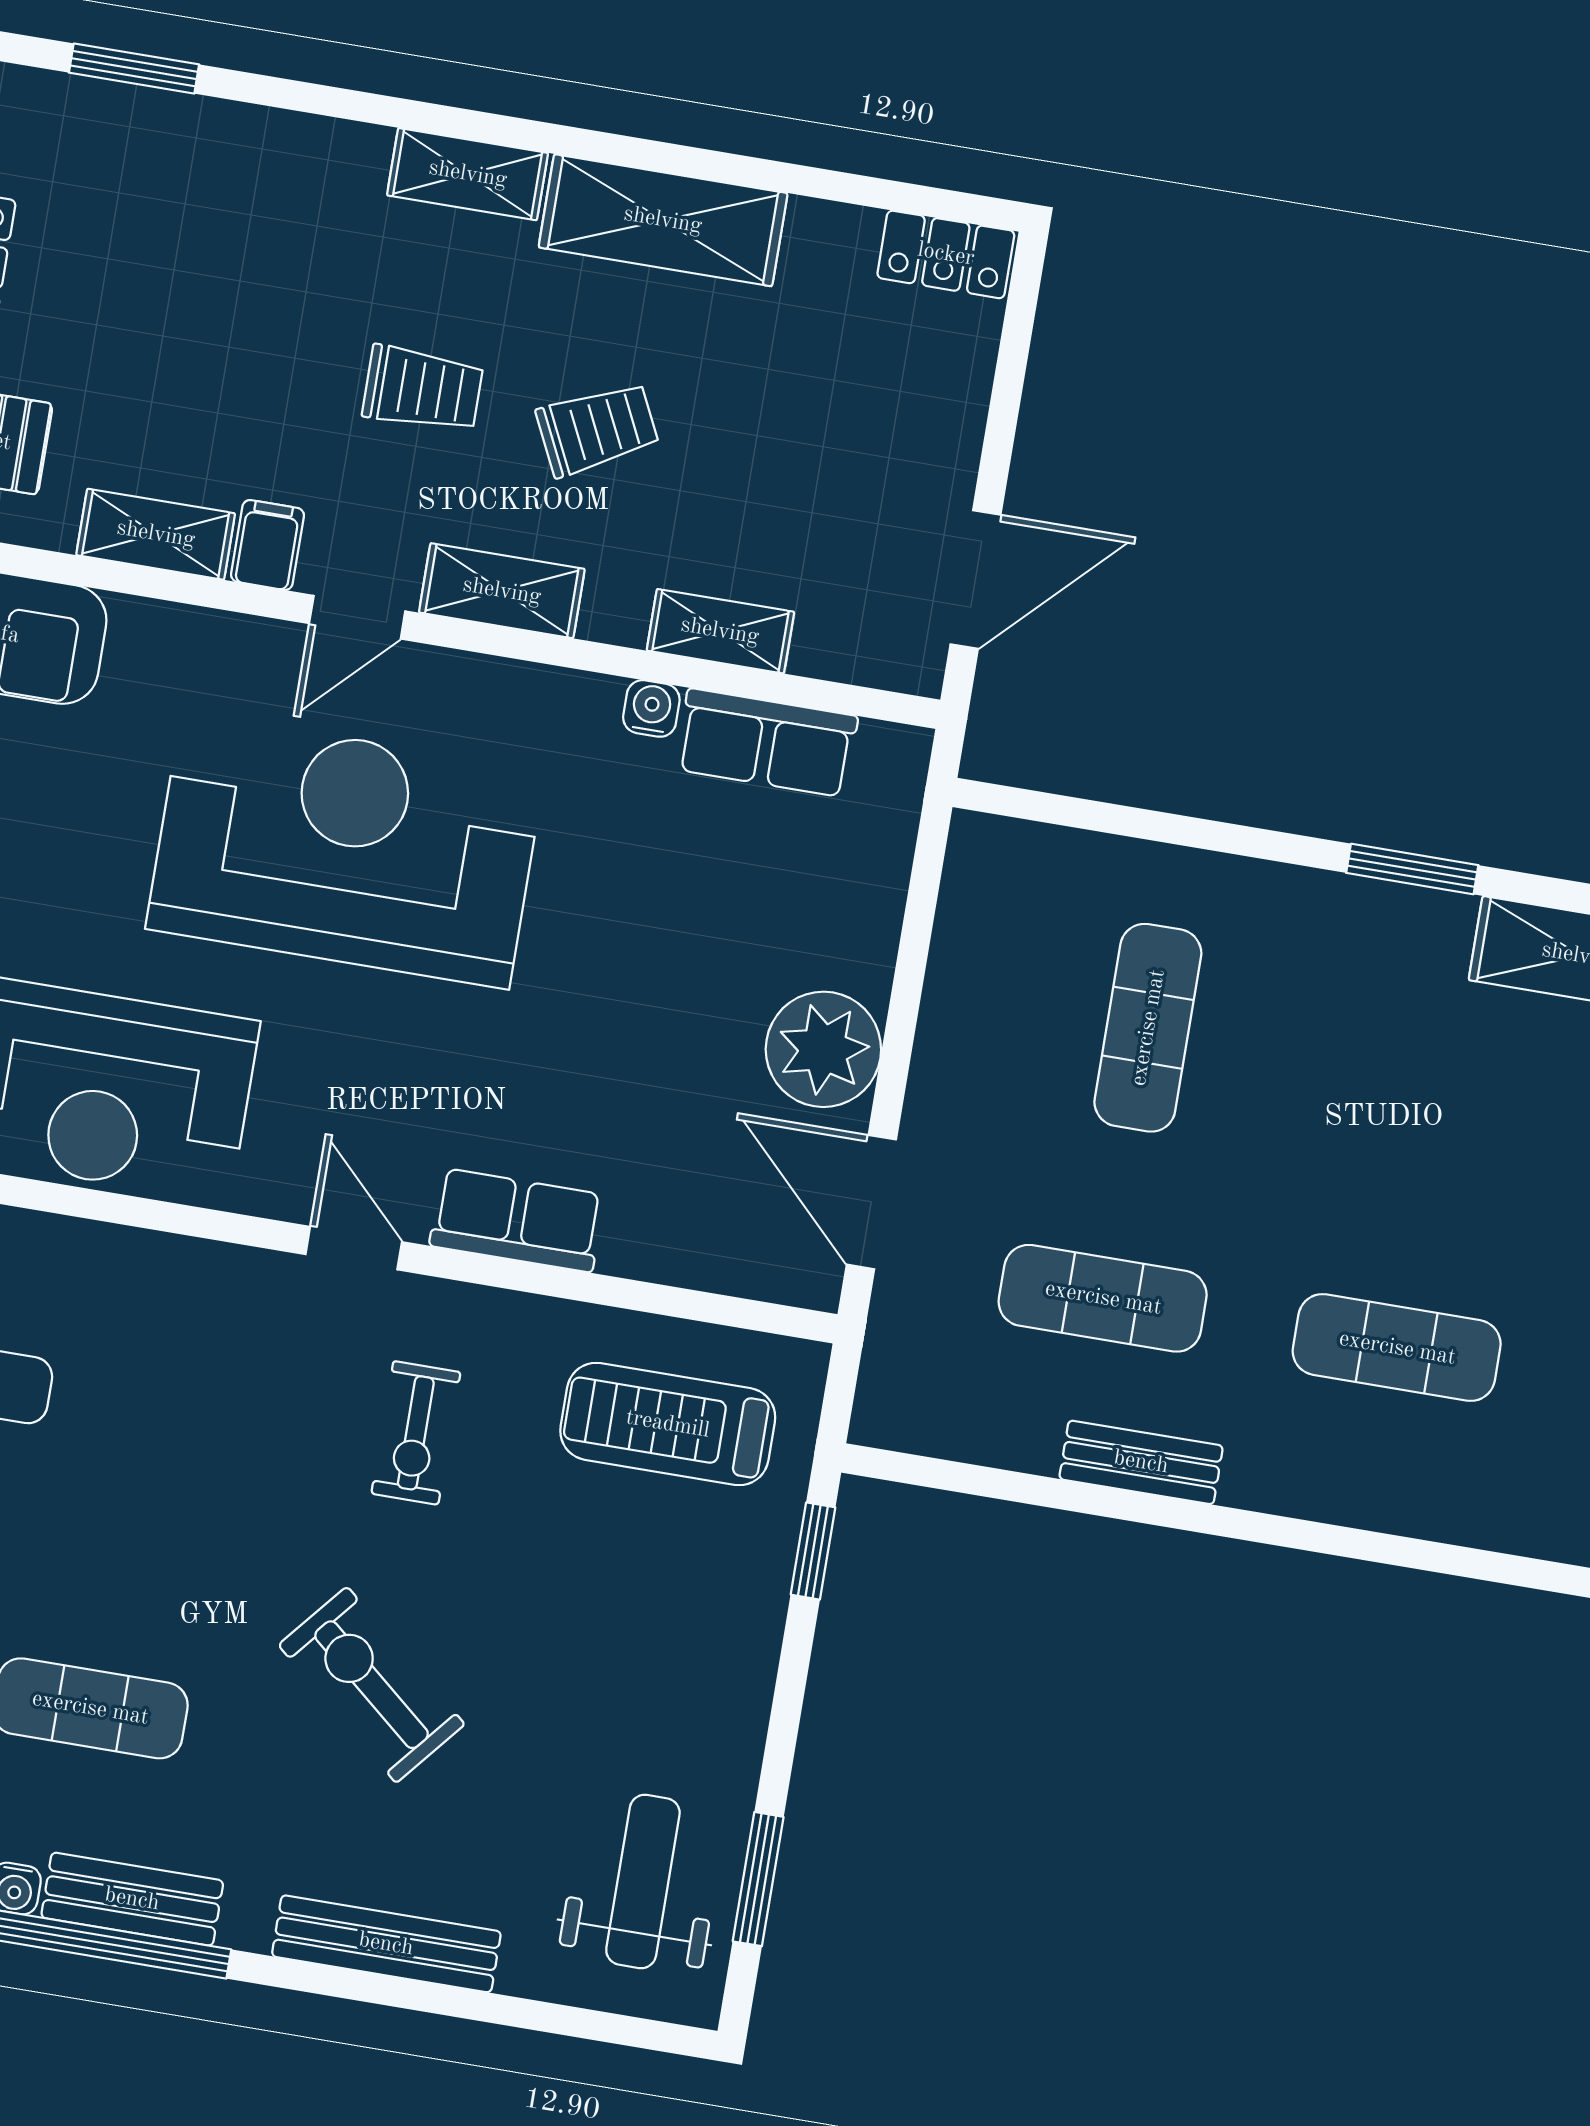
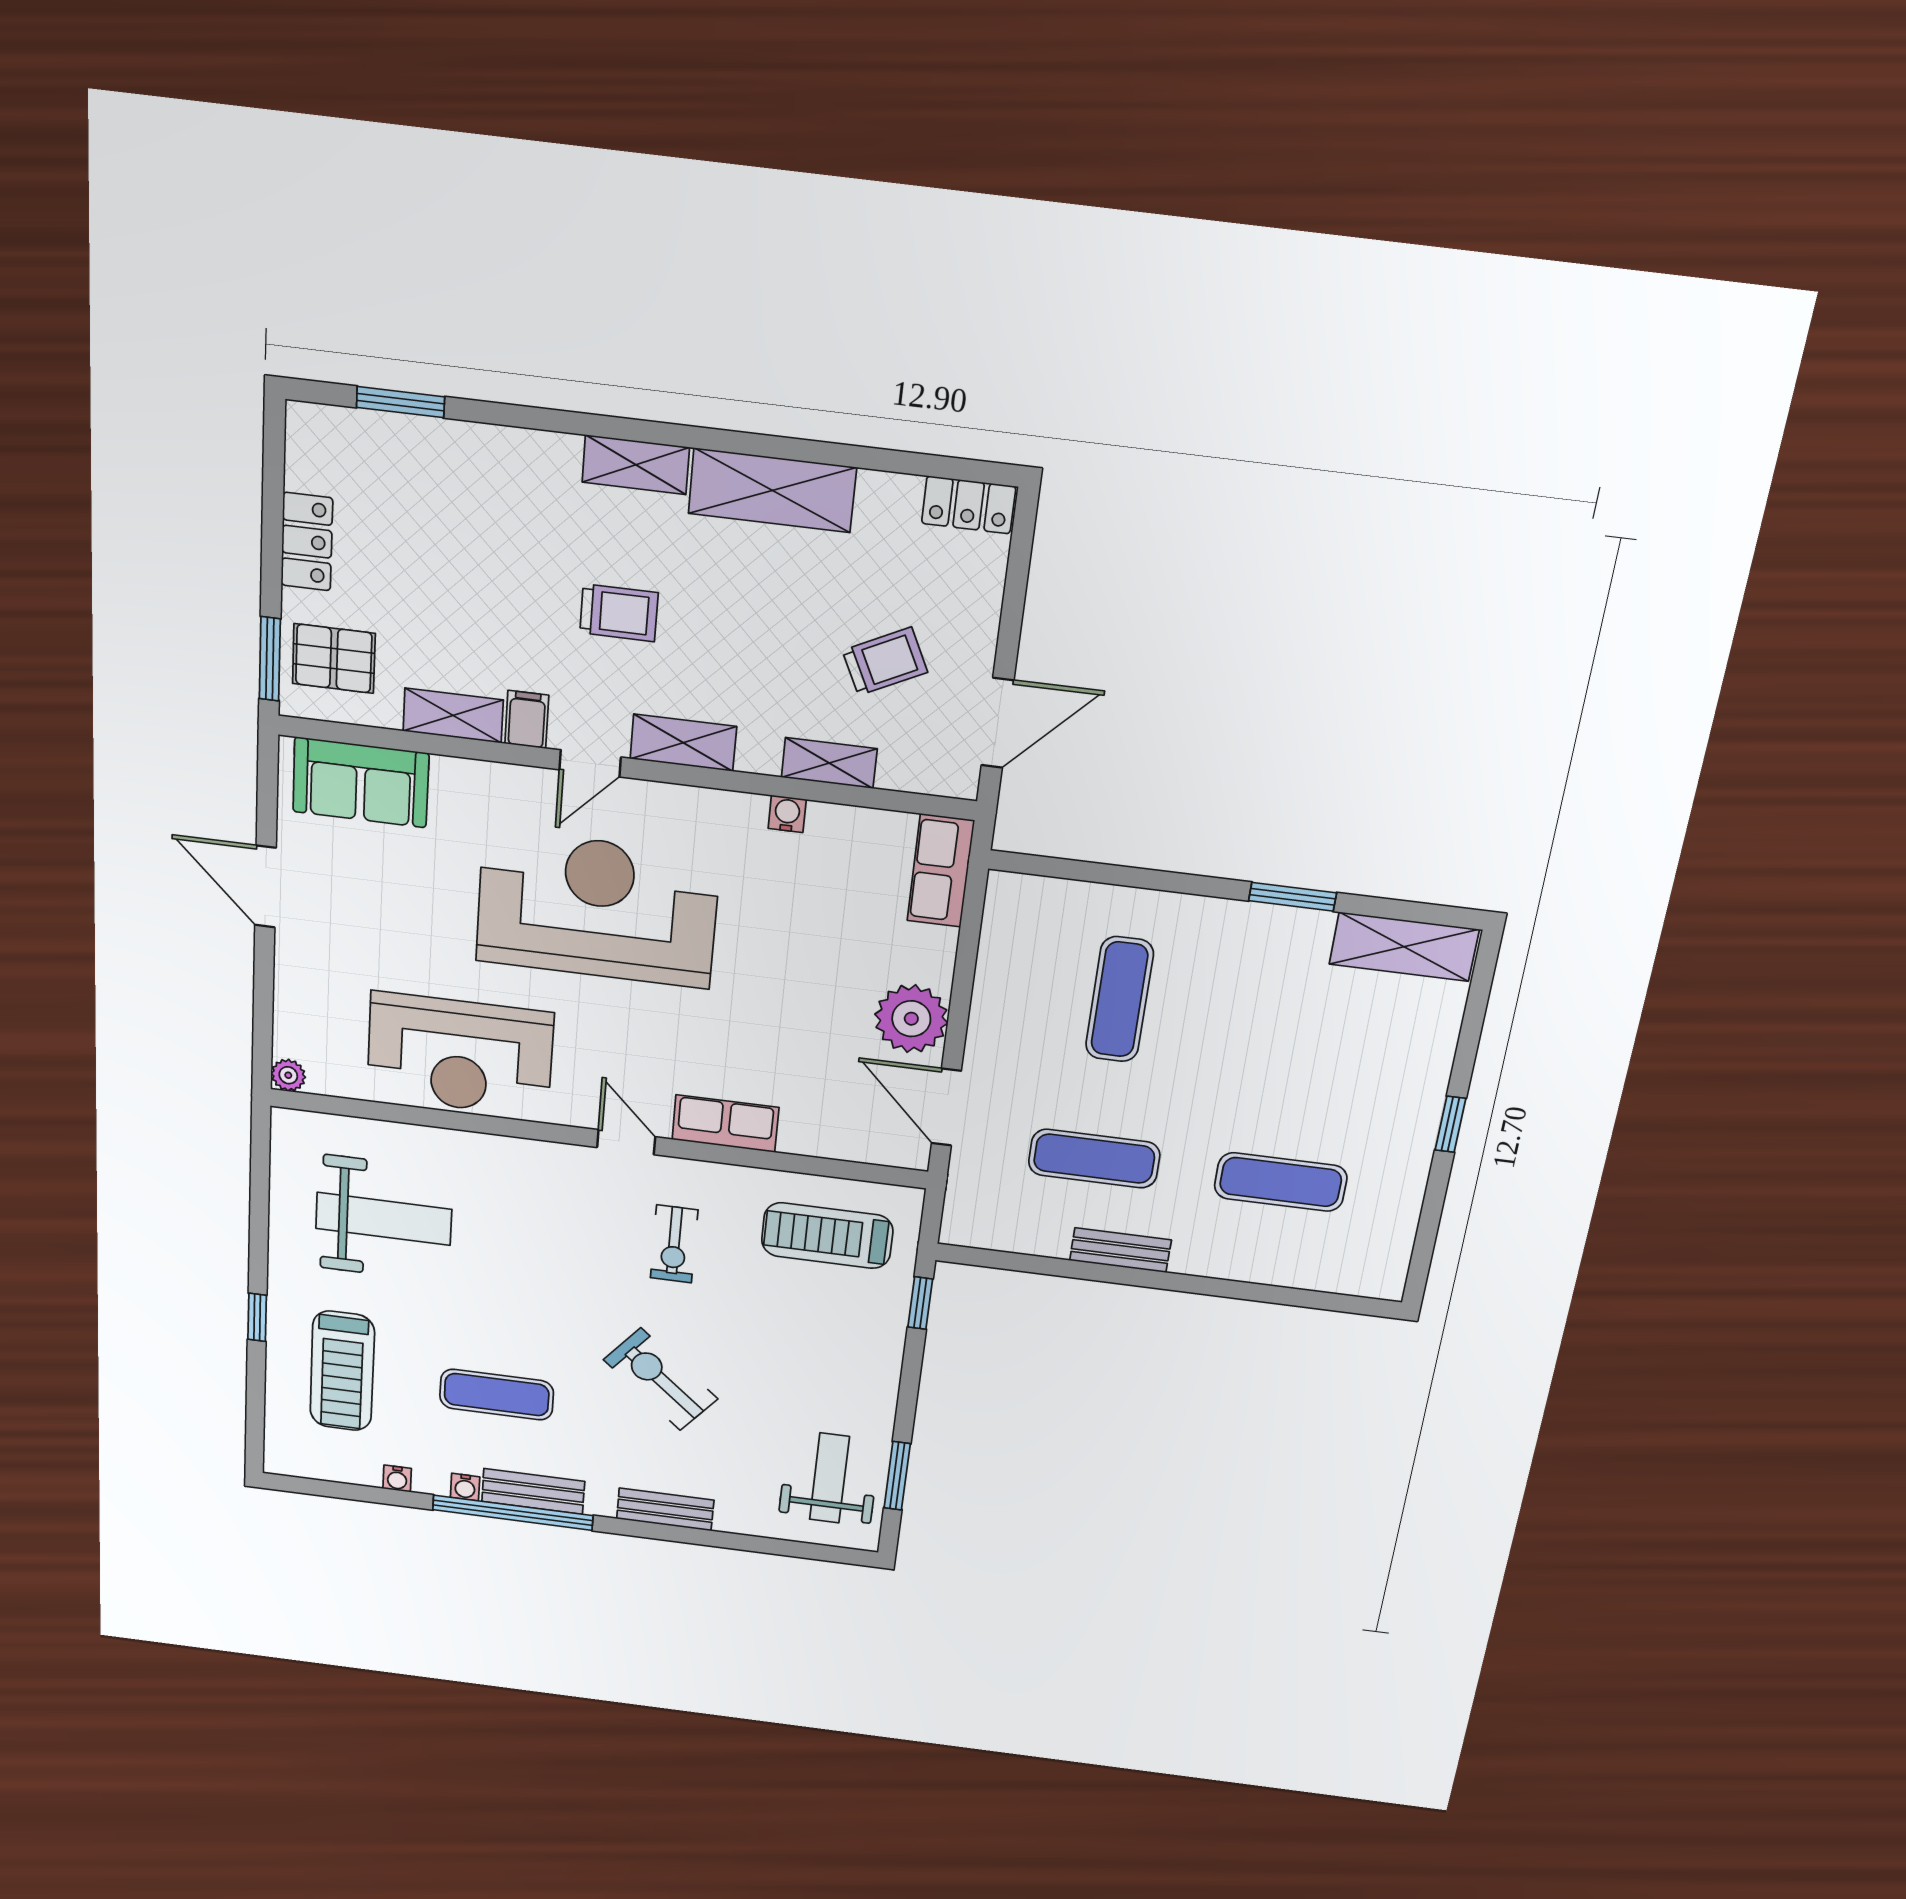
trolley: (597, 429) -> (885, 661), moved
row of seats: (766, 743) -> (941, 871), moved, turned 90
bench: (386, 1944) -> (665, 1509), width x0.73

